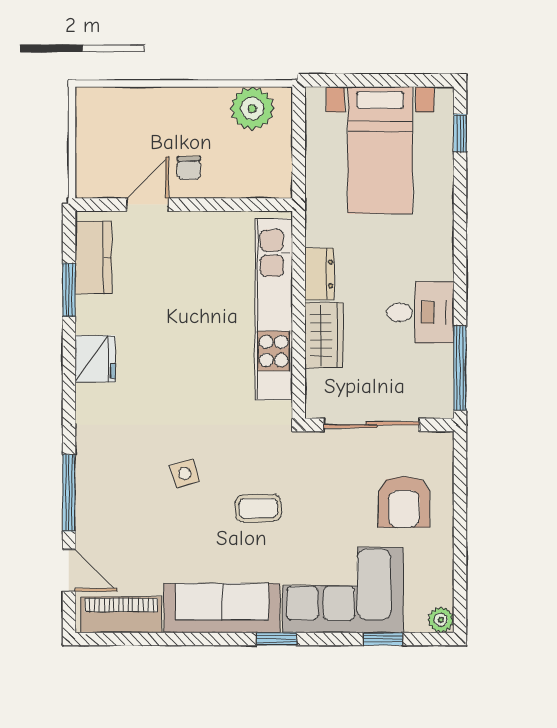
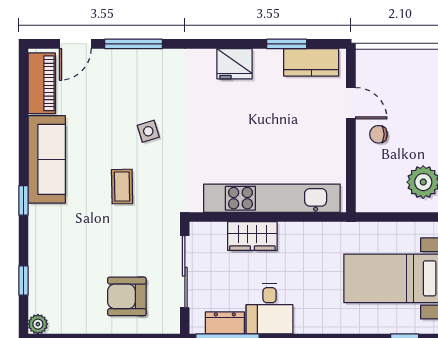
dresser: (319, 274) -> (225, 323), moved, turned 180
corner sofa: (343, 590) -> (60, 250), removed

